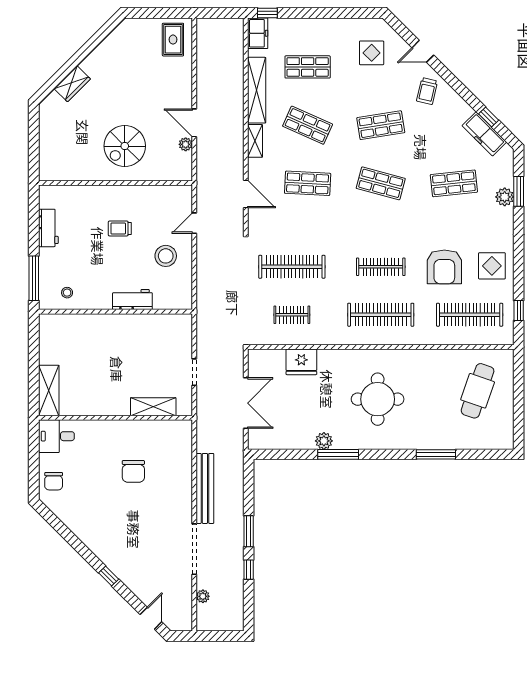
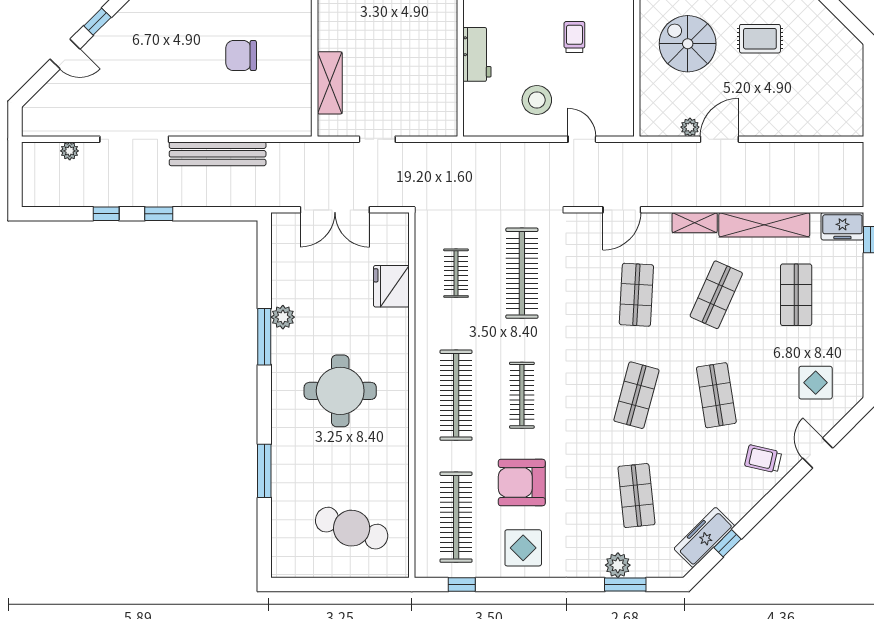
rug: (173, 40) -> (760, 39), moved
window: (249, 531) -> (159, 214), width x0.67
door: (151, 618) -> (65, 54), moved

